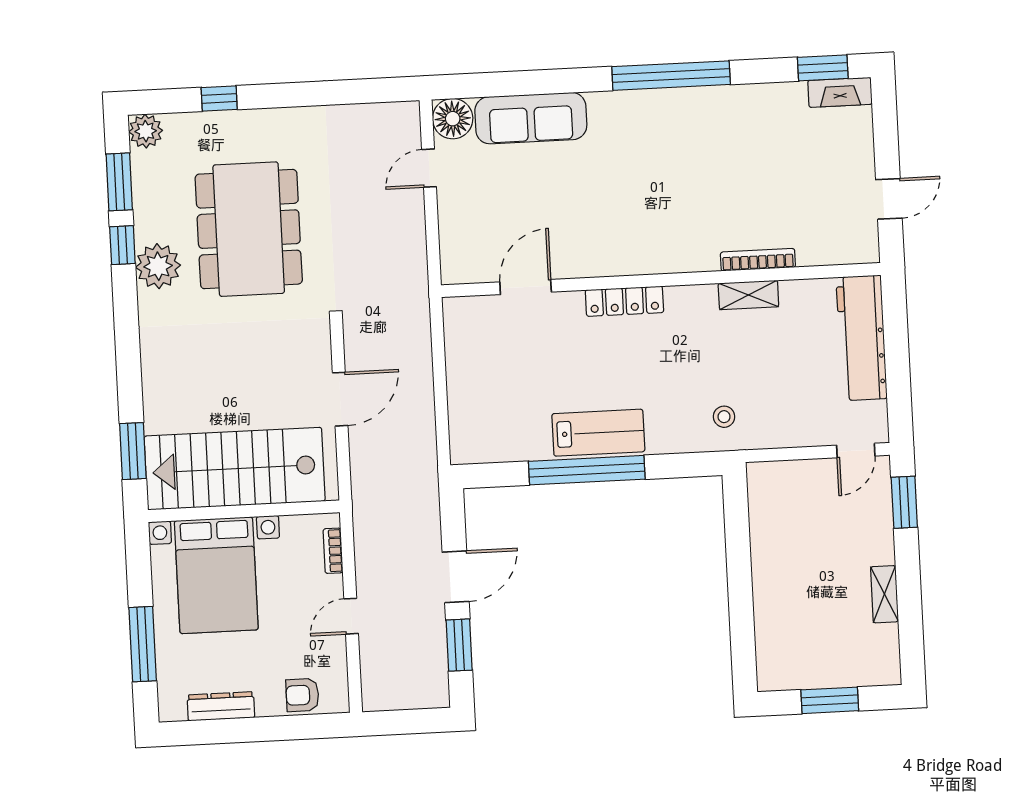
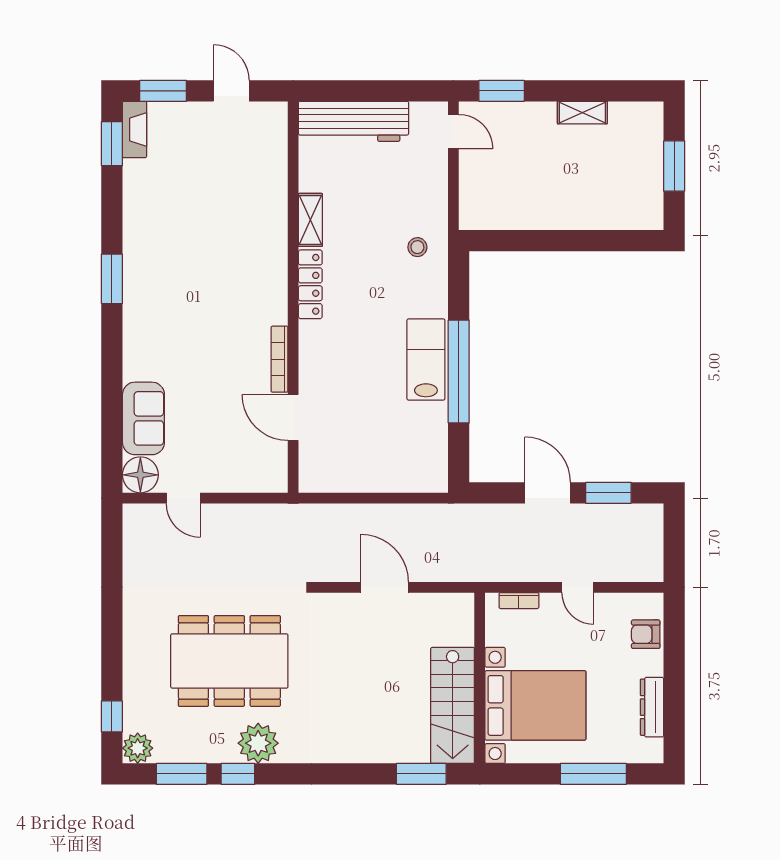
window: (671, 76) -> (112, 279), width x0.47
window: (219, 98) -> (112, 716), moved
sofa: (531, 118) -> (143, 418), width x0.73
window: (885, 122) -> (163, 91), added
bookcase: (758, 260) -> (279, 359), moved
locker: (624, 301) -> (310, 284), moved
stairs: (235, 469) -> (453, 705), width x0.73, depth x0.66
armchair: (302, 695) -> (646, 634), turned 90

